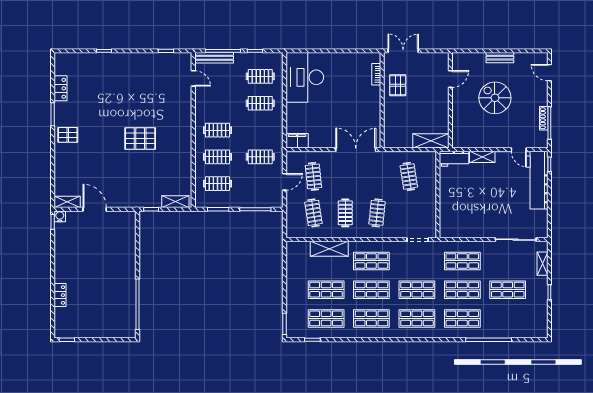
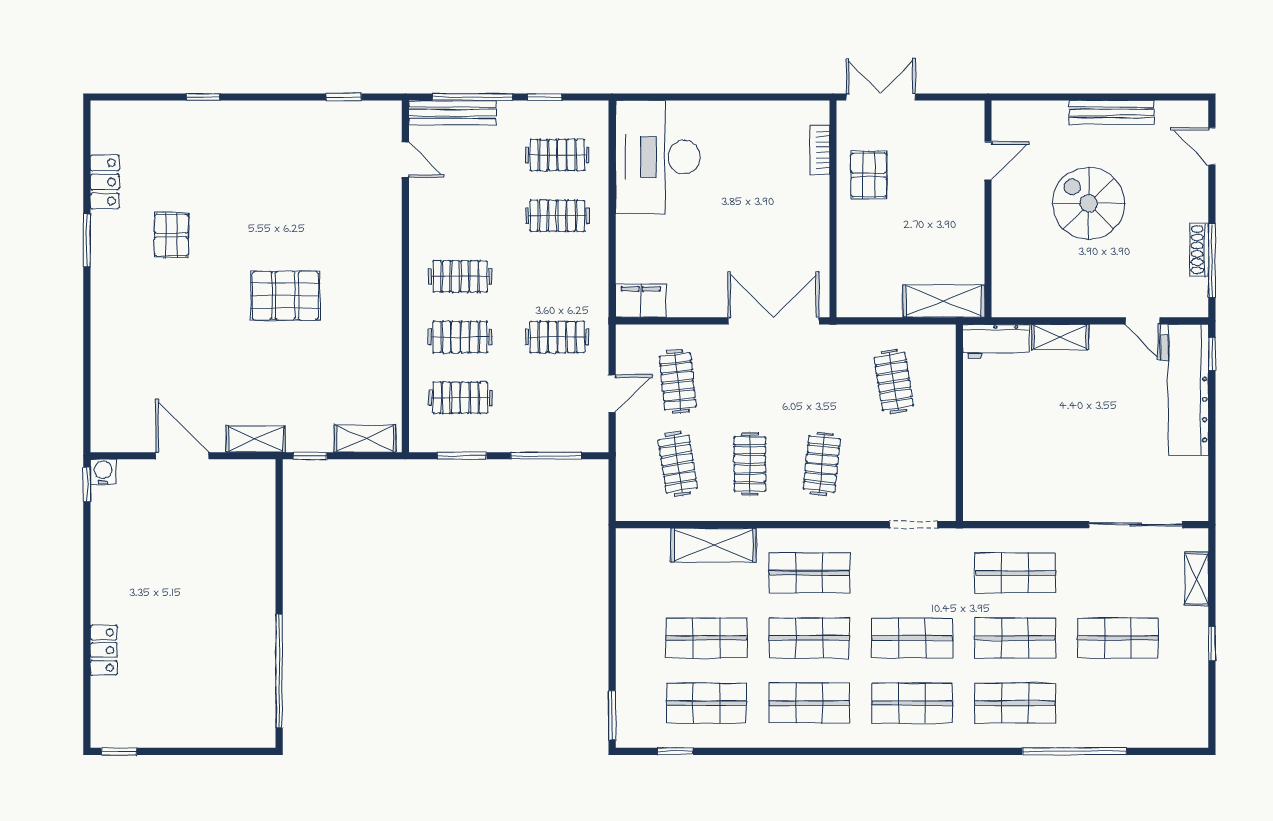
bench: (500, 58) -> (1111, 112), width x1.36
pallet: (68, 135) -> (171, 235), moved, turned 90
shelving: (67, 202) -> (256, 439), moved

